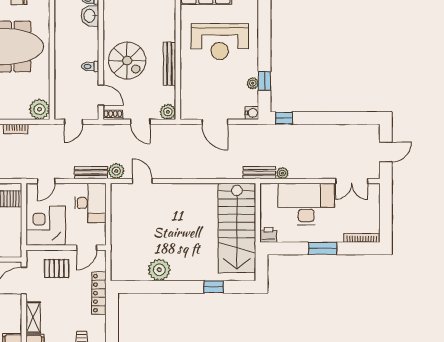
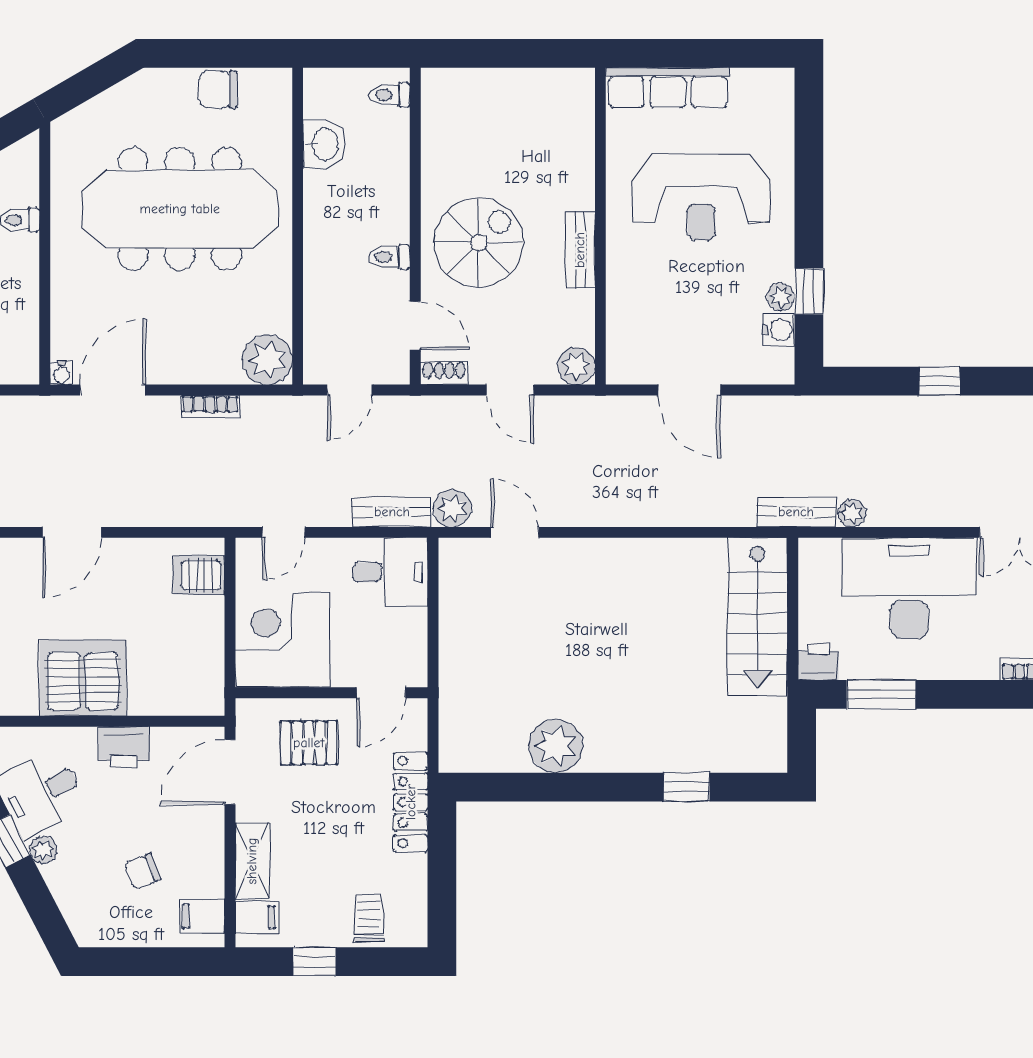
washbasin: (90, 16) -> (324, 144), moved, turned 180
spiral stairs: (127, 61) -> (479, 243), turned -90
bench: (170, 64) -> (580, 250), width x0.73
water cooler: (252, 113) -> (779, 330), moved
window: (284, 118) -> (940, 381), moved
desk: (90, 203) -> (390, 572), width x0.73
stairs: (237, 228) -> (758, 617), width x0.73, depth x0.66
window: (323, 248) -> (881, 694), moved

